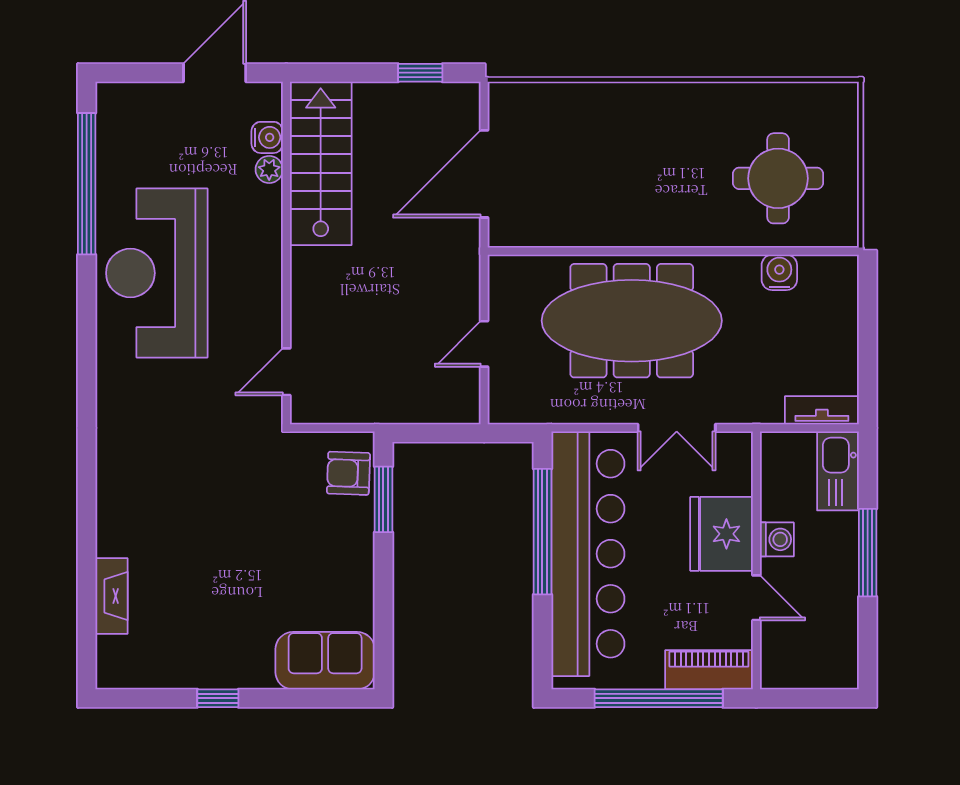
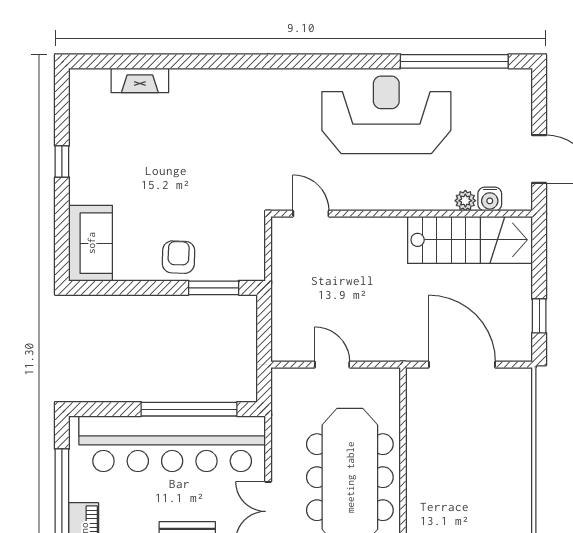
armchair: (348, 473) -> (178, 257), moved

